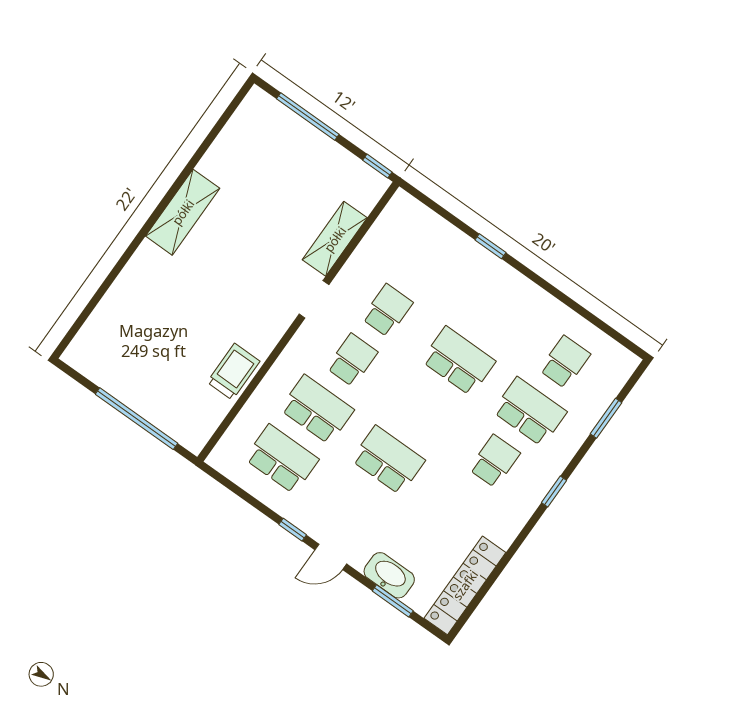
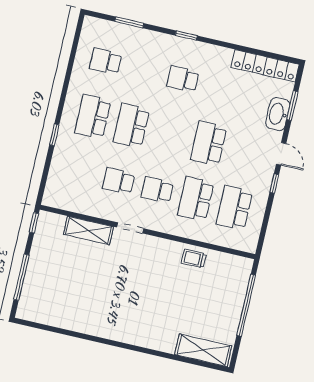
shelving: (183, 212) -> (203, 350), moved
trolley: (233, 372) -> (194, 259), width x0.73, depth x0.72
school desk: (530, 412) -> (93, 117), moved

